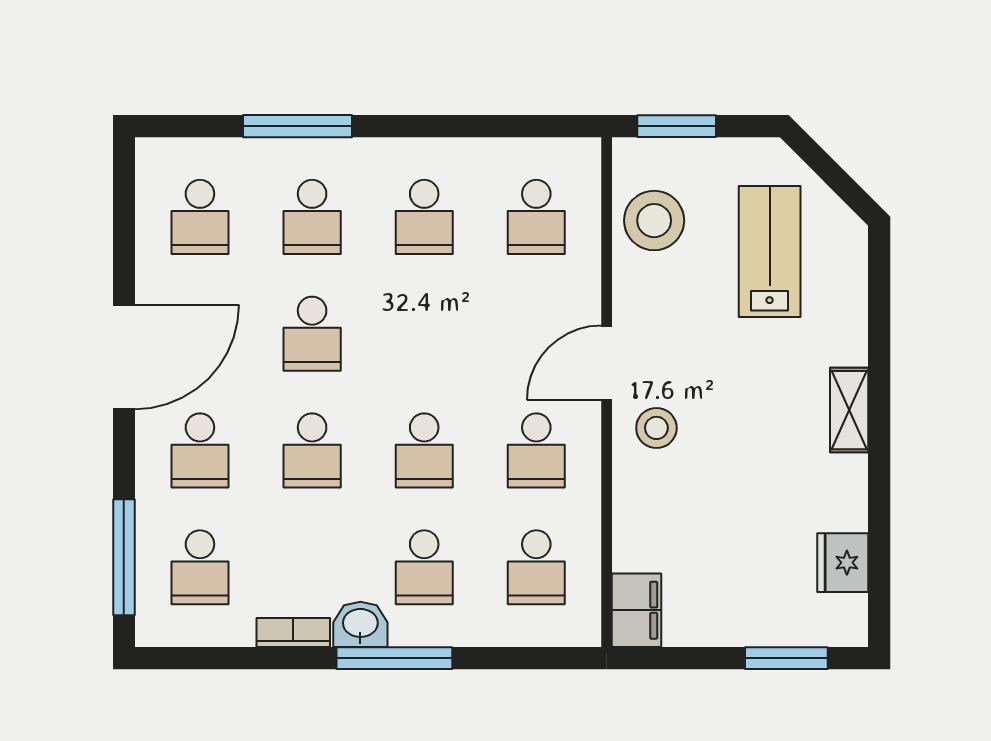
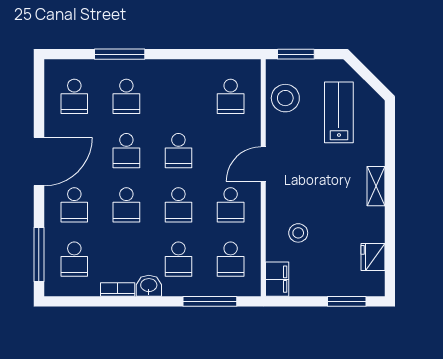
school desk: (424, 217) -> (178, 151), moved
stool: (656, 428) -> (298, 233), moved
window: (394, 658) -> (210, 301), moved

